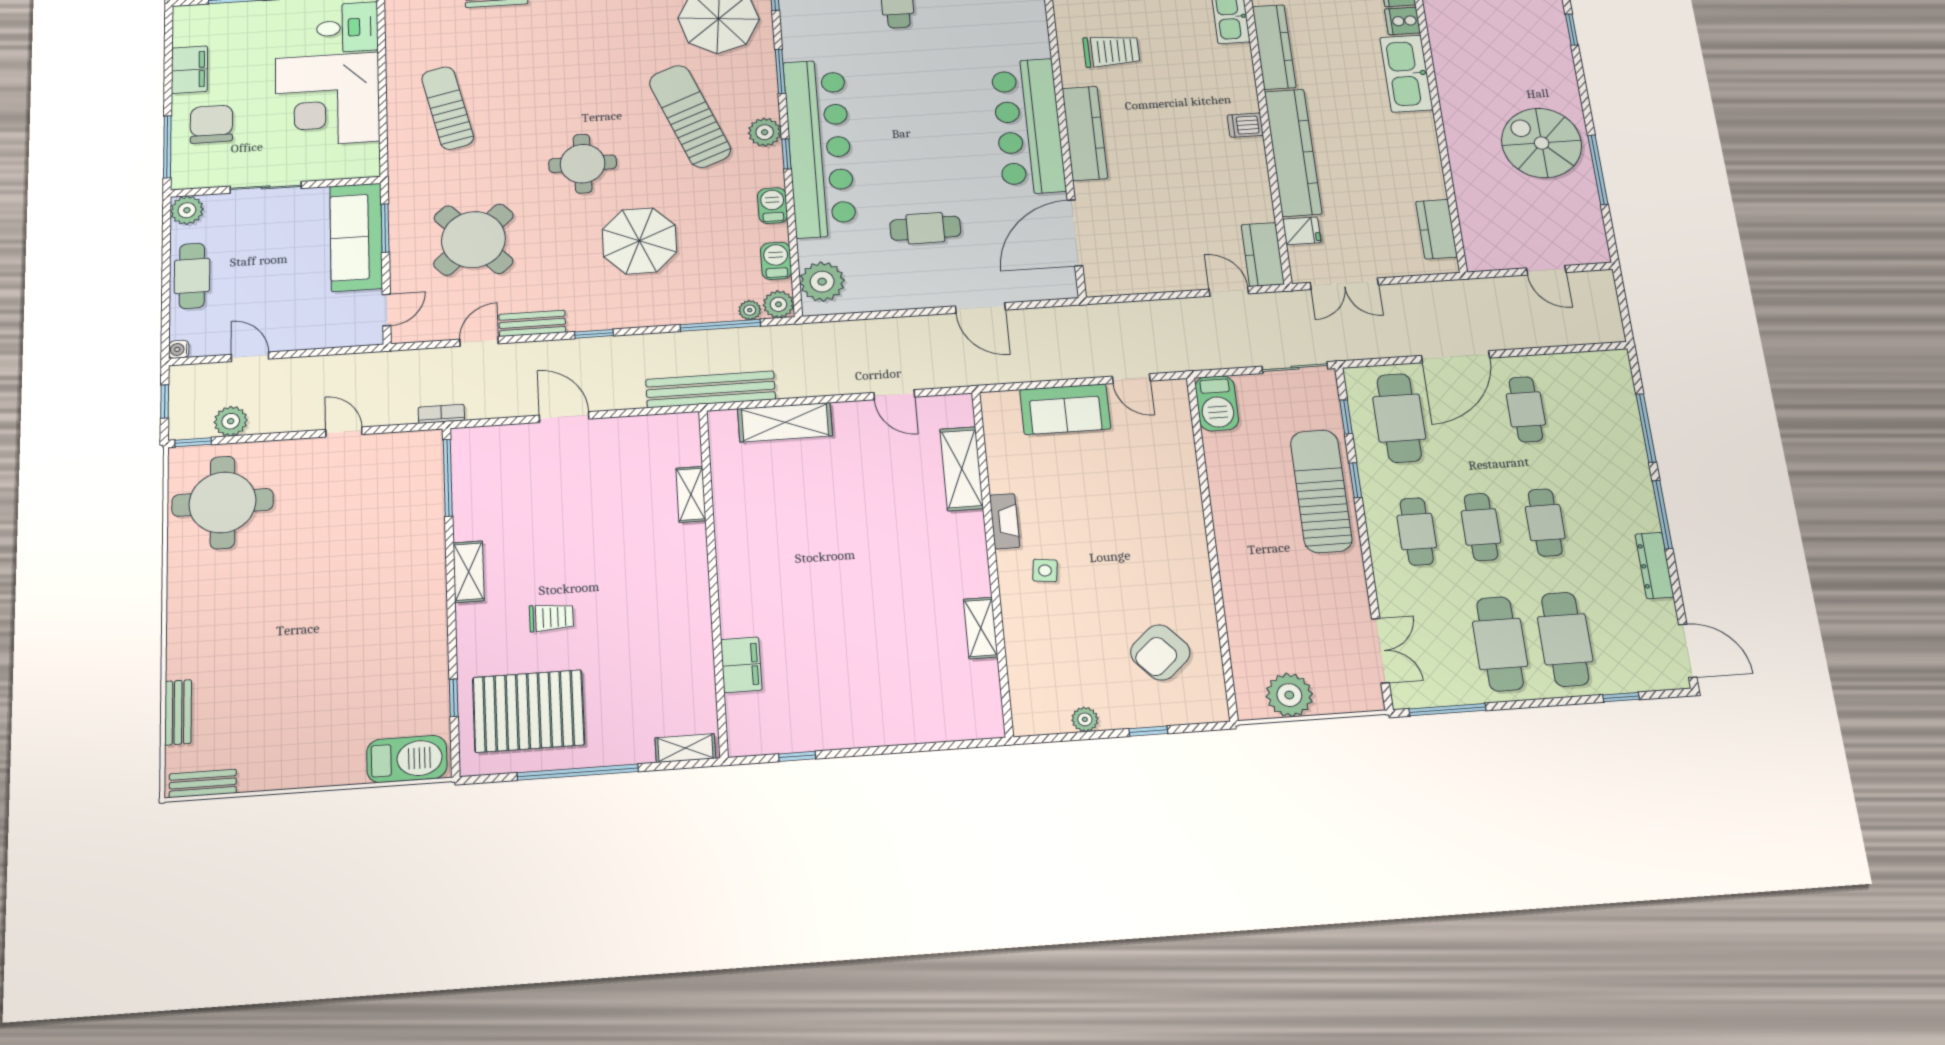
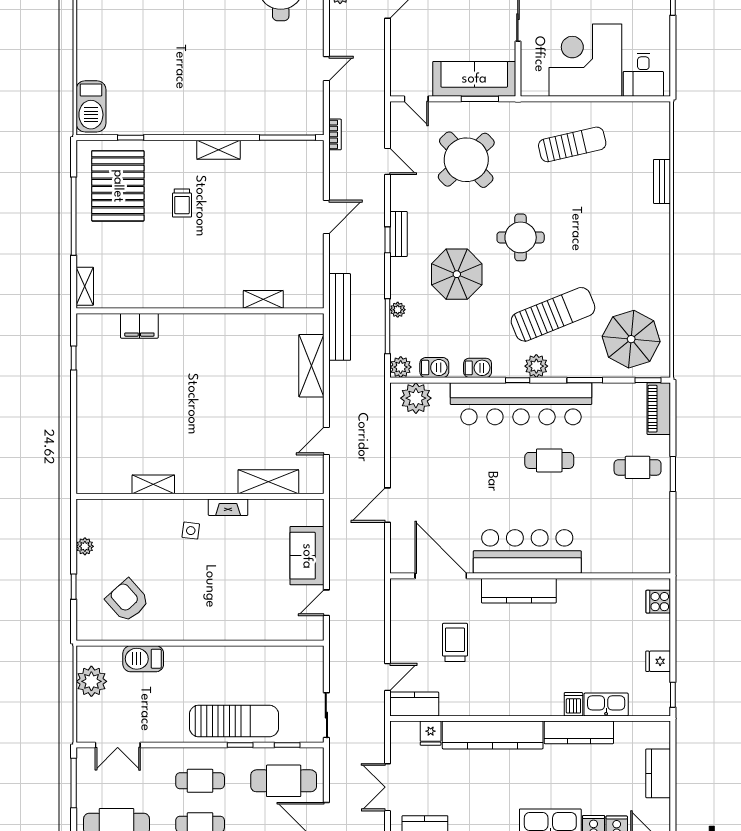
trolley: (1111, 51) -> (455, 642), moved, turned 180
dishwasher: (1245, 125) -> (573, 704), moved
cafe table: (925, 228) -> (549, 460), moved, turned 90
double door: (1344, 284) -> (388, 787), moved
plant: (750, 310) -> (398, 310), moved
bench: (532, 323) -> (399, 234), moved
barbecue: (1217, 403) -> (143, 659), moved

